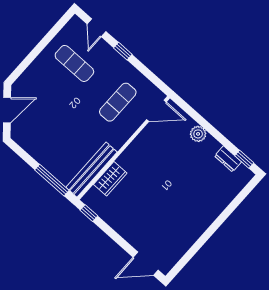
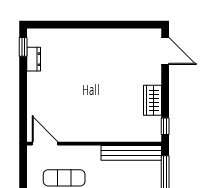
plant: (198, 134) -> (35, 98), removed
wardrobe: (110, 179) -> (153, 100), moved, turned -90

